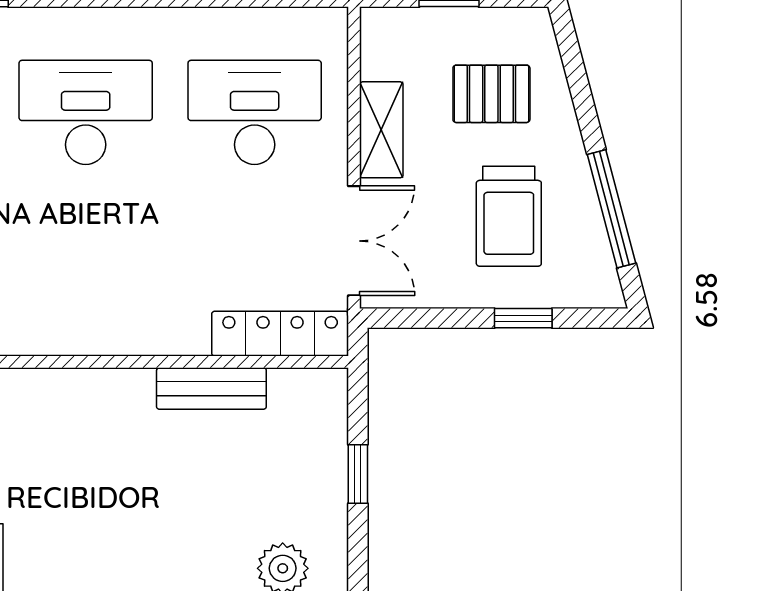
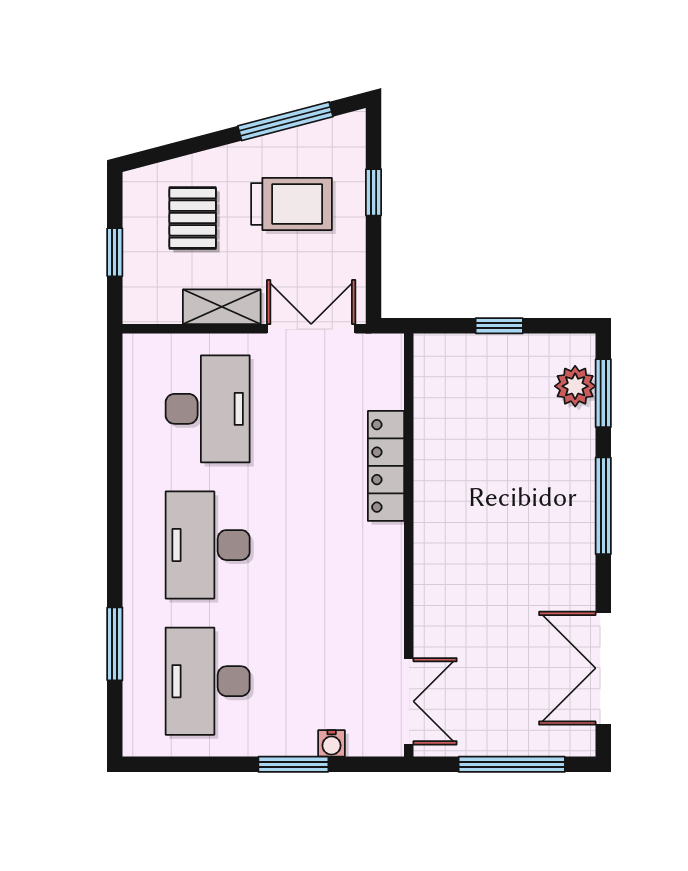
desk: (255, 112) -> (208, 409), turned 180
locker: (280, 334) -> (386, 466), moved
bench: (211, 389) -> (430, 444), removed

